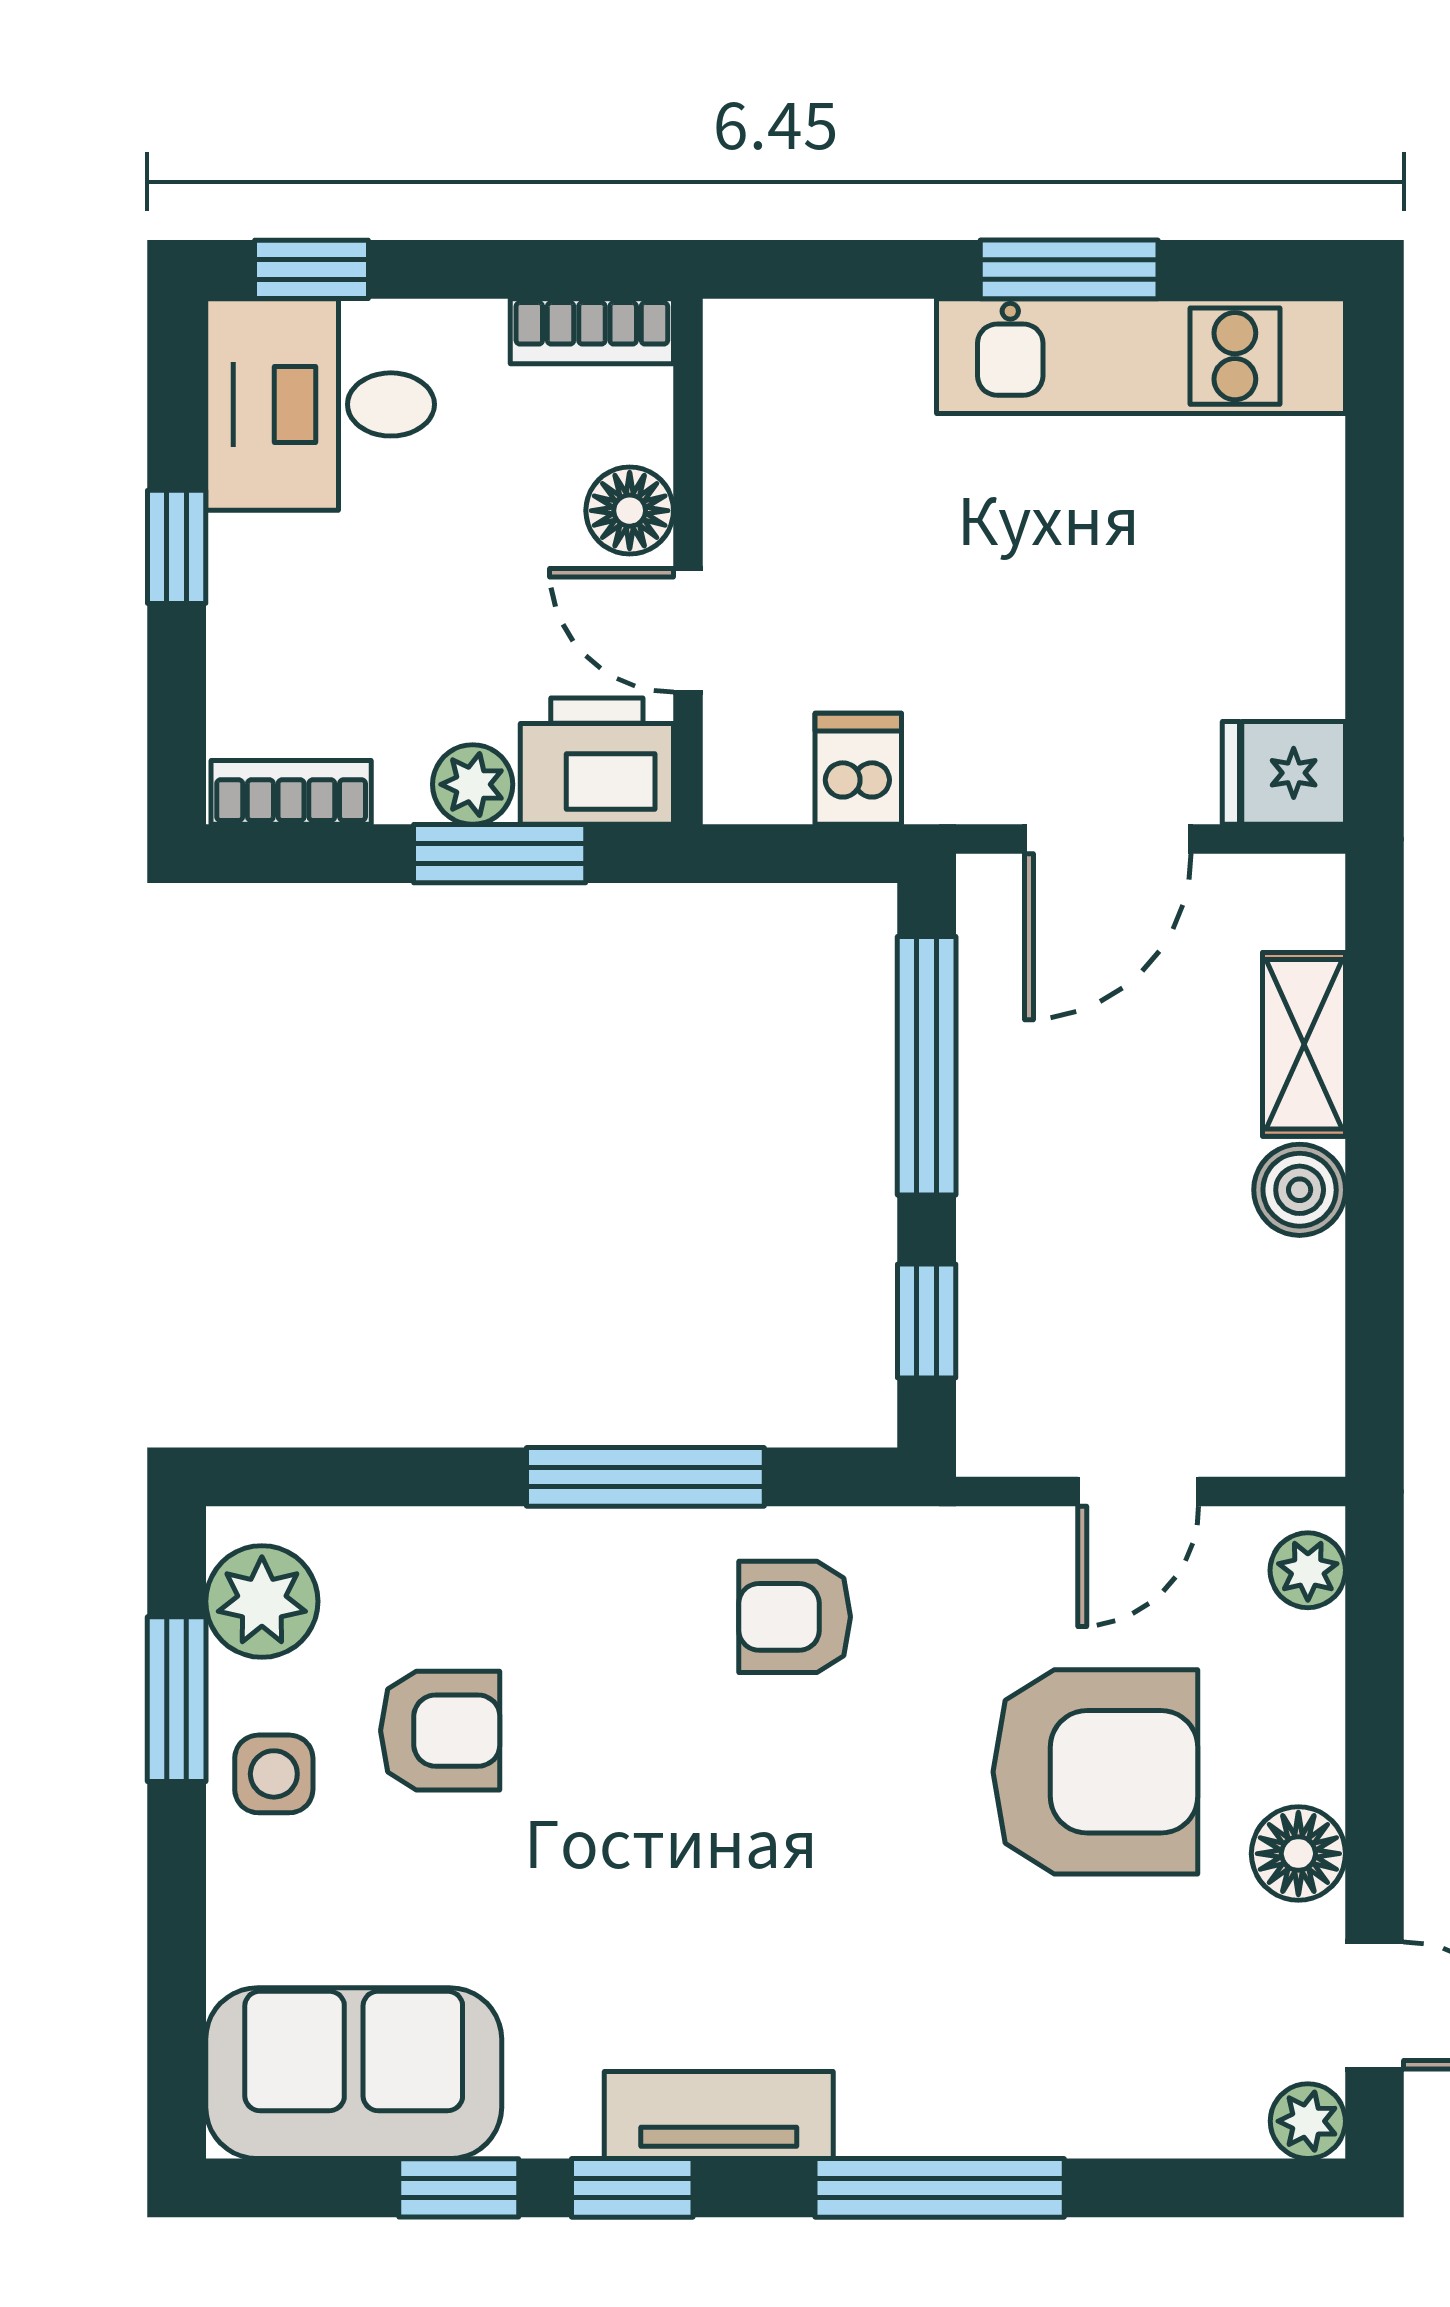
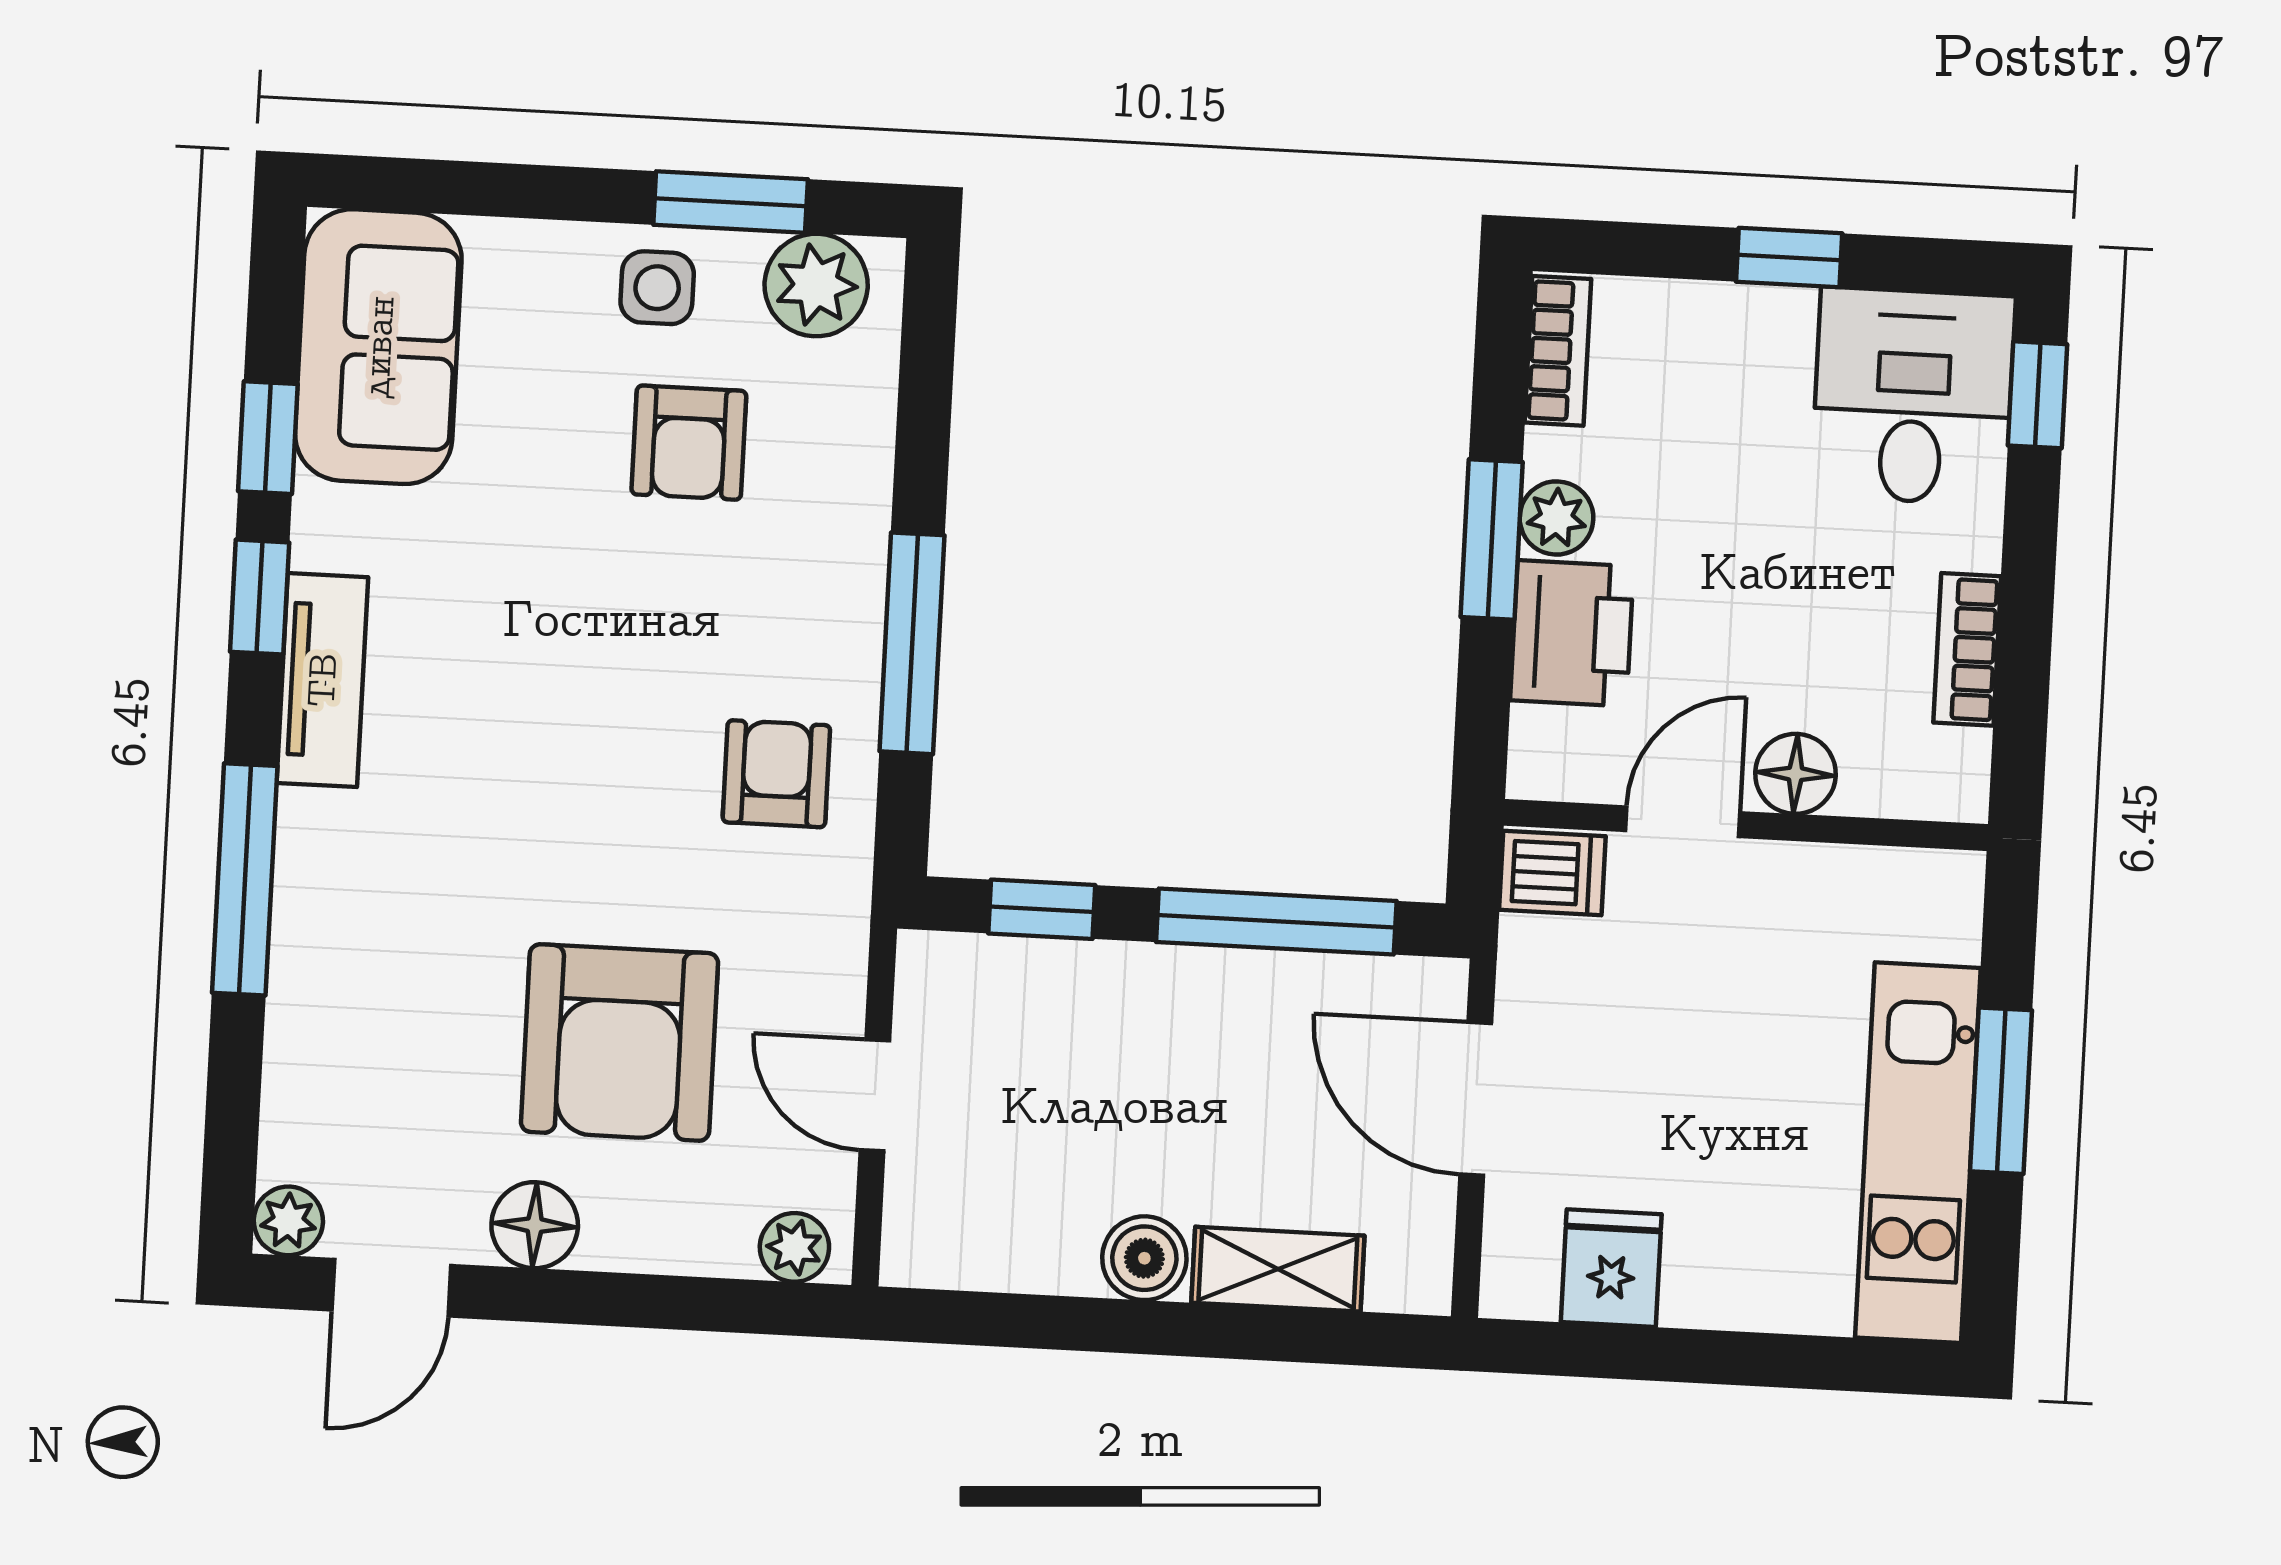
floor lamp: (630, 511) -> (1795, 774), moved
wall: (688, 562) -> (1746, 825), moved
door: (688, 630) -> (1683, 822), moved
fridge: (1284, 773) -> (1611, 1268), moved

